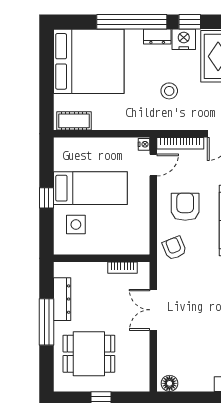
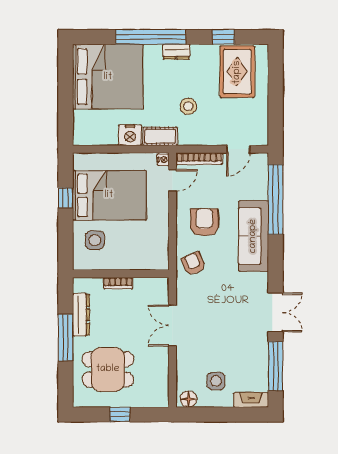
window: (190, 22) -> (223, 37), moved
nightstand: (184, 39) -> (130, 135), moved, turned 180
cot: (74, 121) -> (160, 136), moved
bed: (90, 188) -> (109, 195), width x1.50
window: (47, 198) -> (65, 198), moved
bookcase: (122, 268) -> (118, 283), moved
side table: (197, 365) -> (216, 381), added

